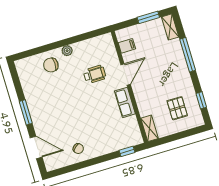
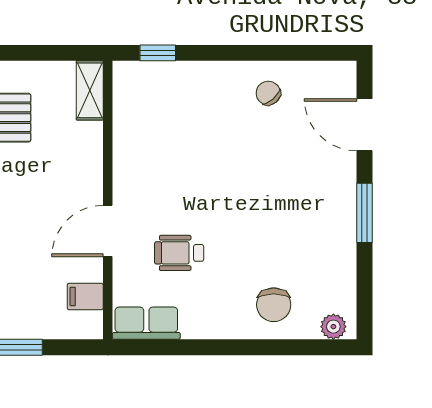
plant: (67, 51) -> (333, 327), moved
chair: (51, 65) -> (274, 305), turned 90
row of seats: (125, 102) -> (146, 323), moved, turned -90

